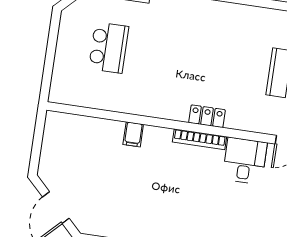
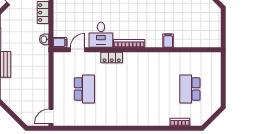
locker: (207, 116) -> (112, 57), moved

